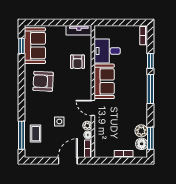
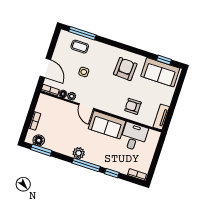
door: (93, 108) -> (86, 107), swing flipped
plant: (141, 131) -> (79, 153), moved

